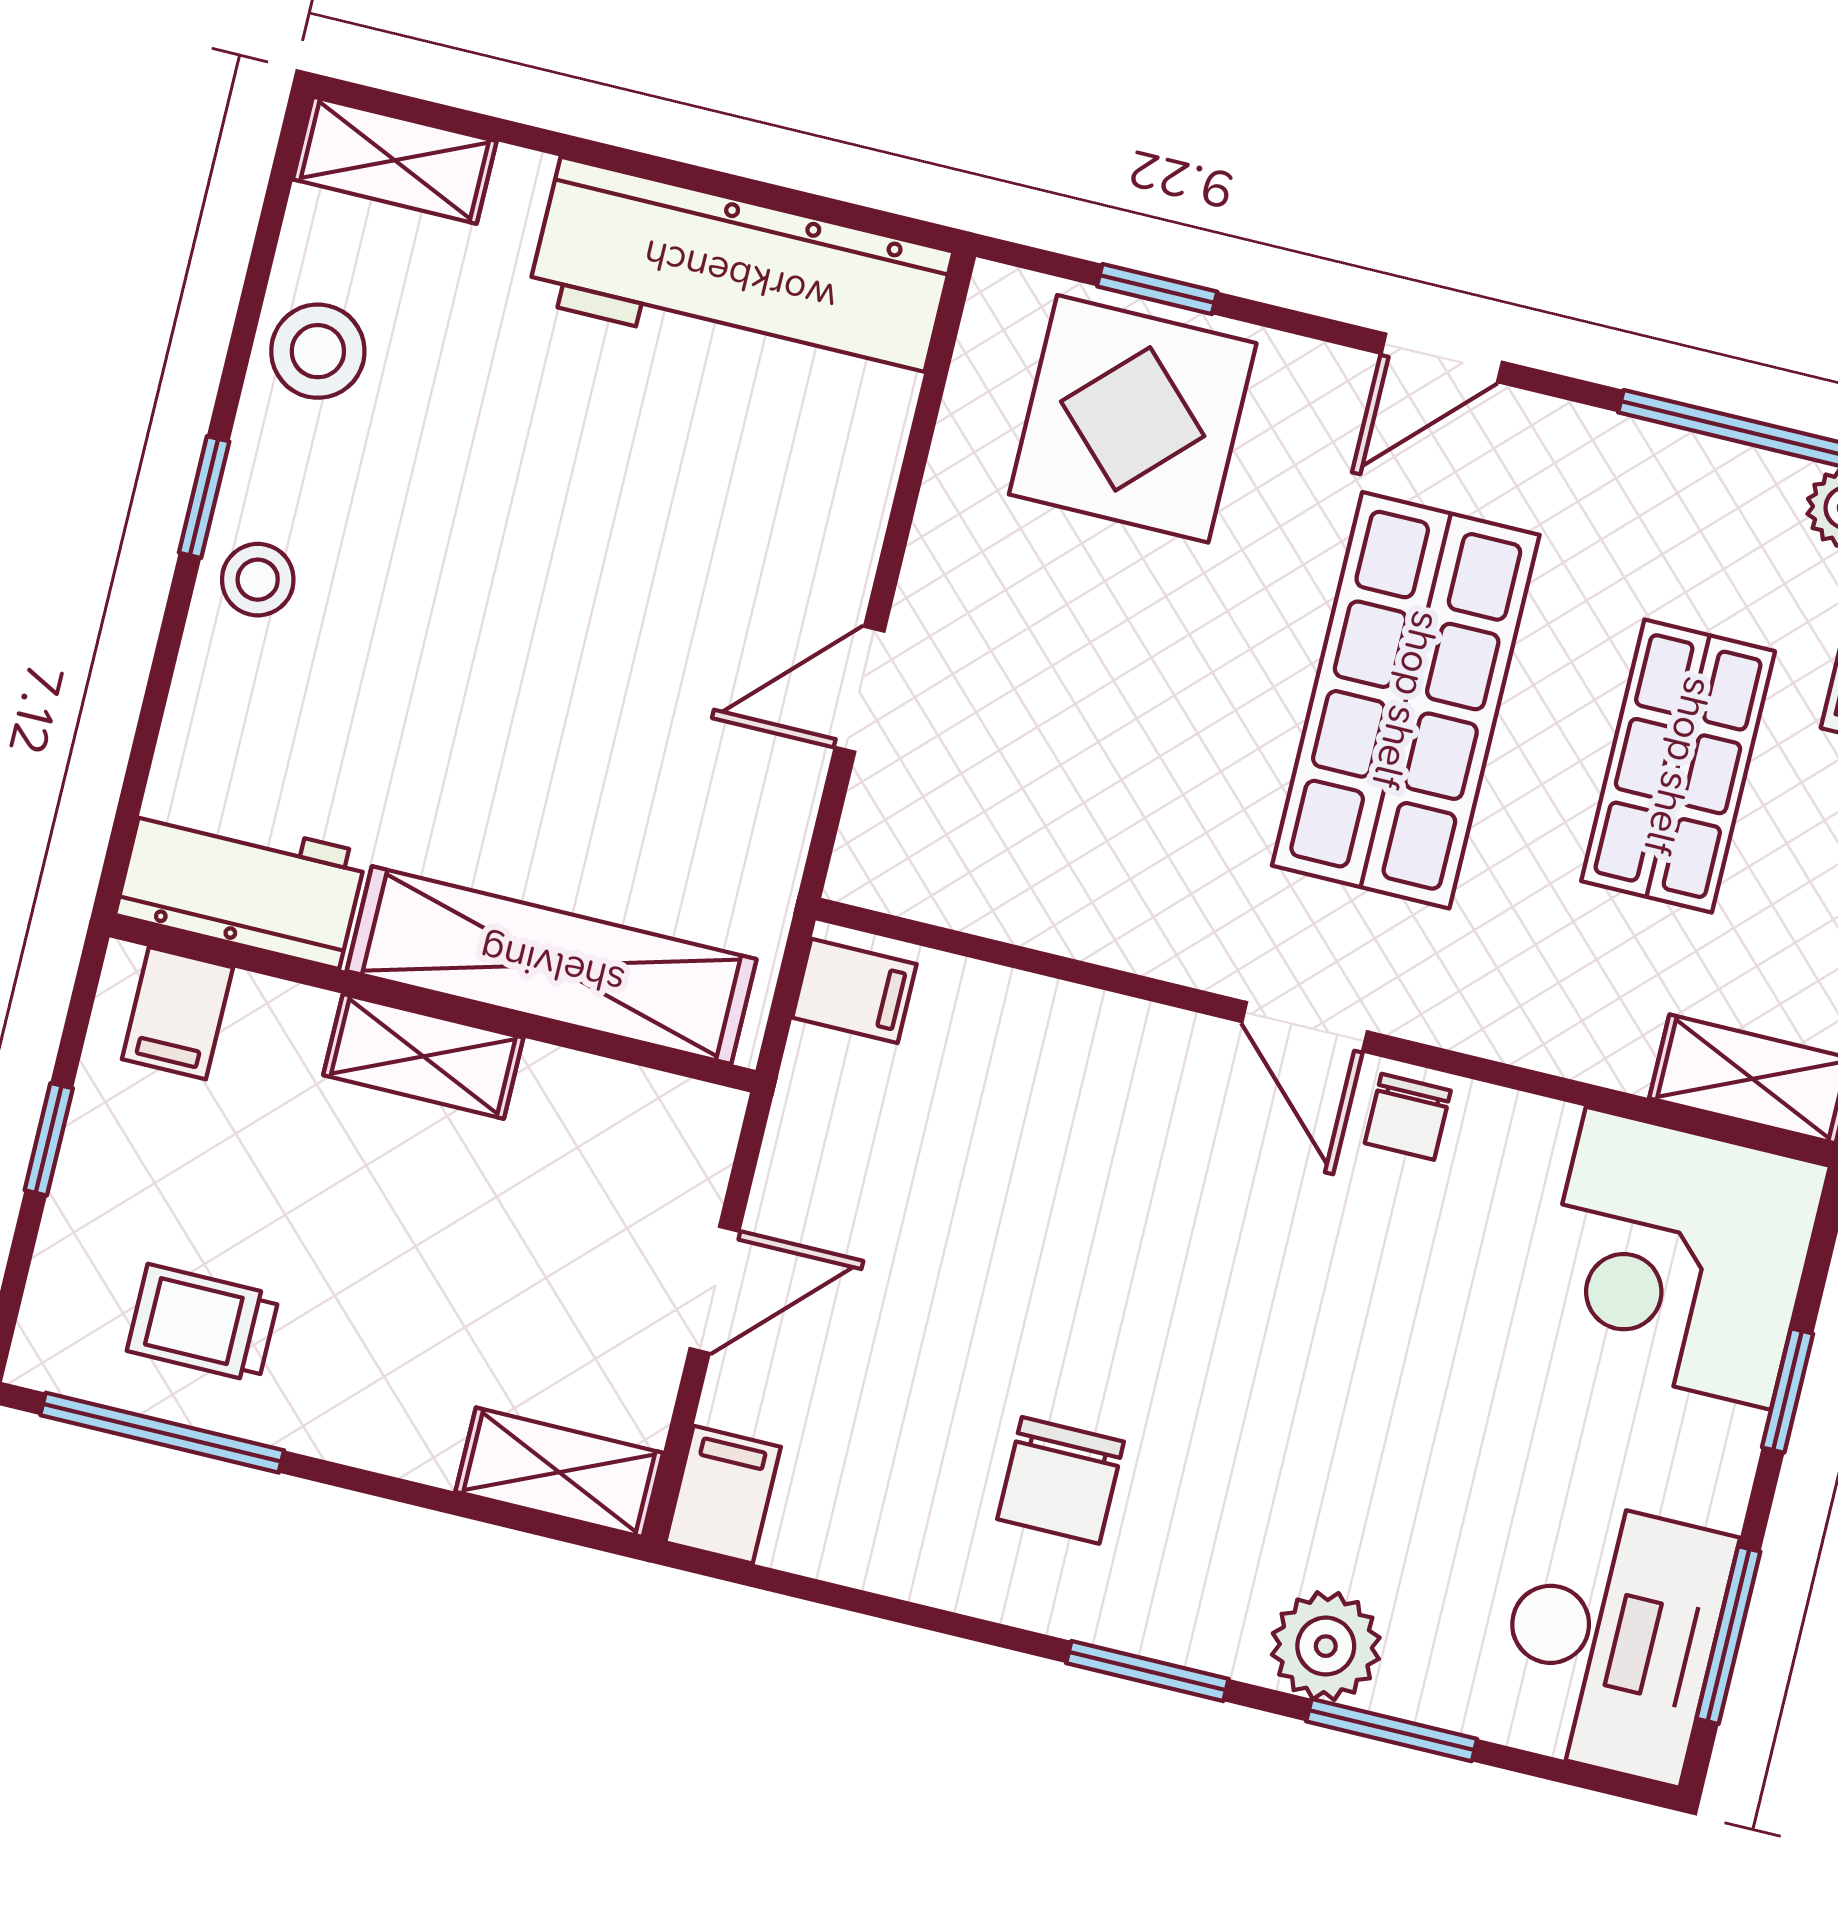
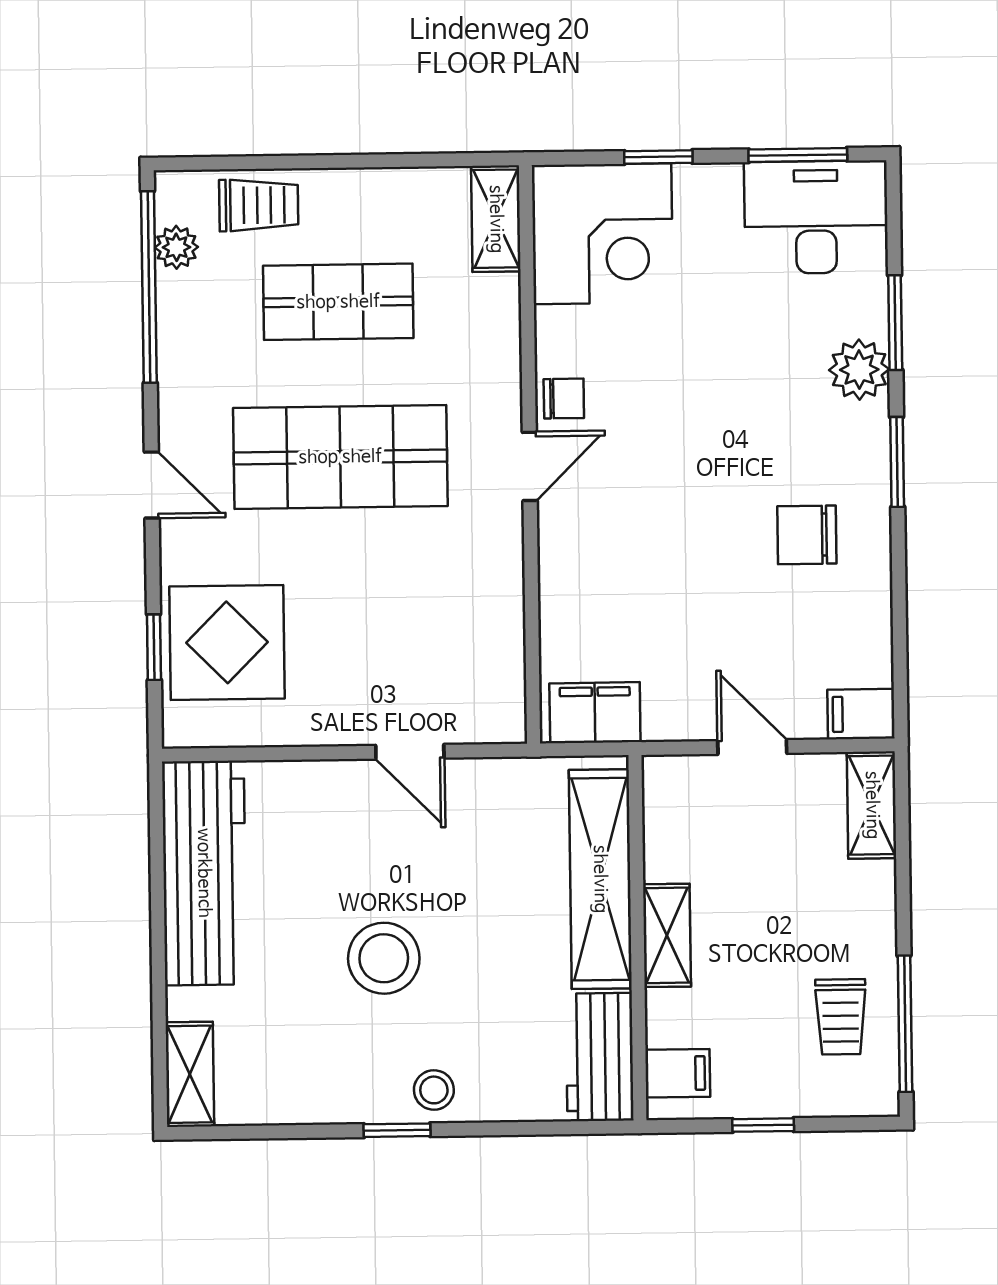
stool: (318, 351) -> (384, 958), moved, width x1.38, depth x1.38
filing cabinet: (854, 991) -> (595, 713), width x2.00
chair: (1061, 1480) -> (807, 535), turned 180

